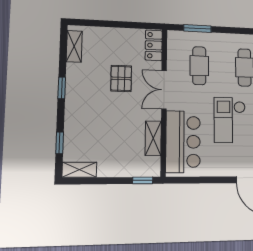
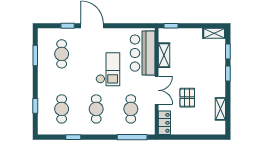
window: (197, 29) -> (132, 137), width x1.44
shelving: (74, 46) -> (220, 109), moved
window: (62, 88) -> (228, 74), moved

